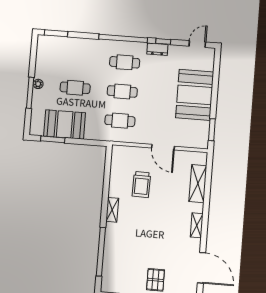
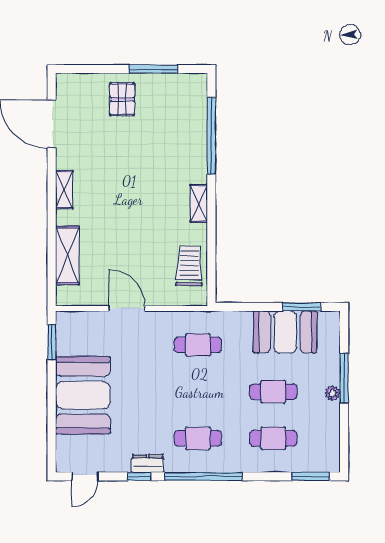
cafe table: (122, 91) -> (273, 438), moved
trolley: (141, 185) -> (189, 266), moved

